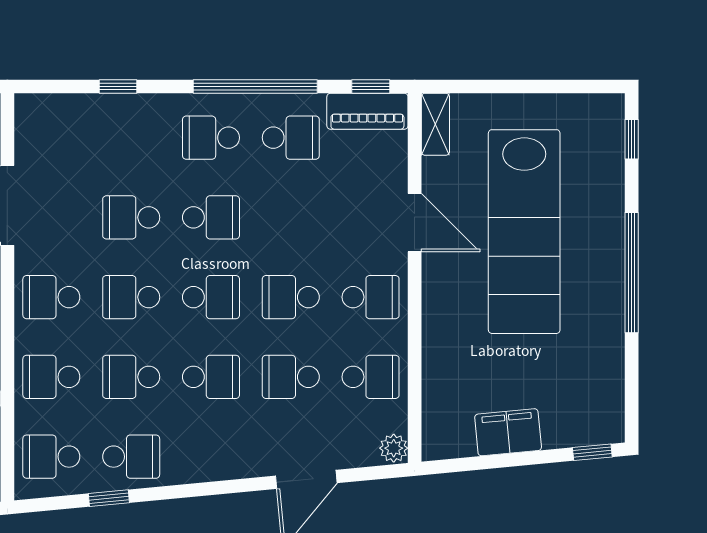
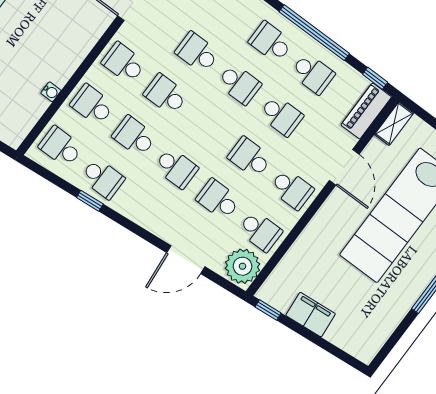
piano: (367, 111) -> (366, 111), moved, turned 90
school desk: (211, 297) -> (281, 116), moved
plant: (394, 448) -> (243, 266), width x1.87, depth x1.87
window: (592, 452) -> (268, 310), moved
window: (109, 498) -> (90, 201), moved

